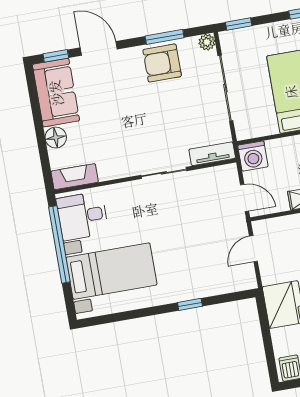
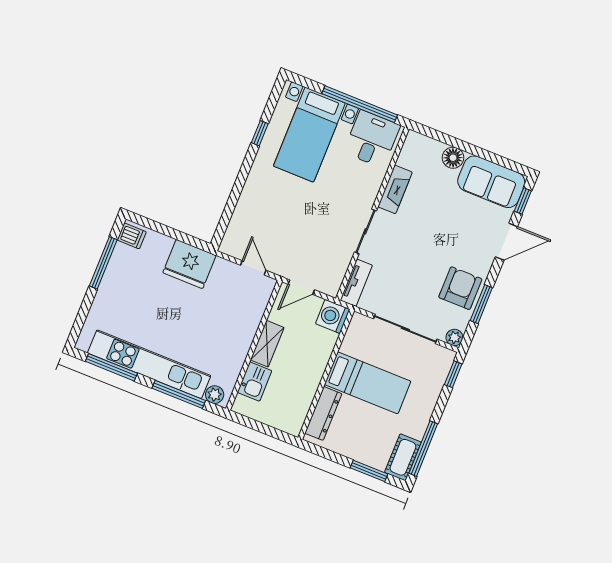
fireplace: (75, 177) -> (395, 189), moved
window: (190, 304) -> (260, 133), moved

